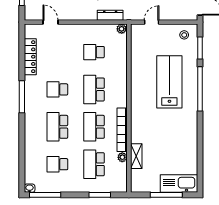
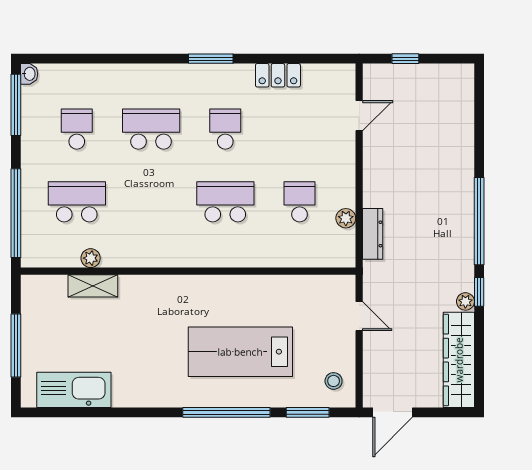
plant: (122, 29) -> (346, 218), moved
locker: (30, 57) -> (278, 75), width x0.66
lab bench: (169, 82) -> (240, 352), turned 180
window: (22, 97) -> (211, 59), width x0.69
school desk: (94, 127) -> (151, 202), removed
bookcase: (122, 130) -> (145, 258), removed
kitchen sink: (179, 184) -> (74, 390), moved, turned -90
window: (100, 195) -> (16, 213), width x2.11

